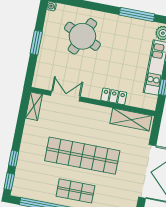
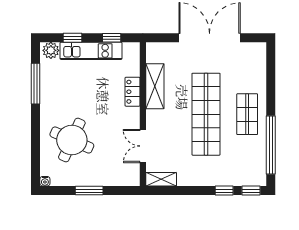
shelving: (131, 120) -> (155, 86), moved

